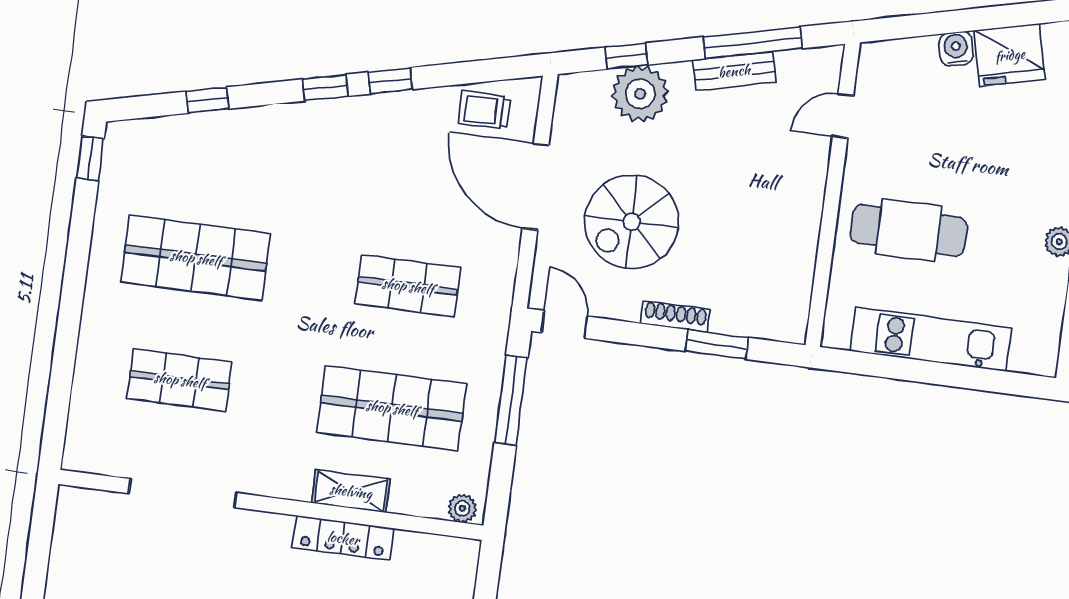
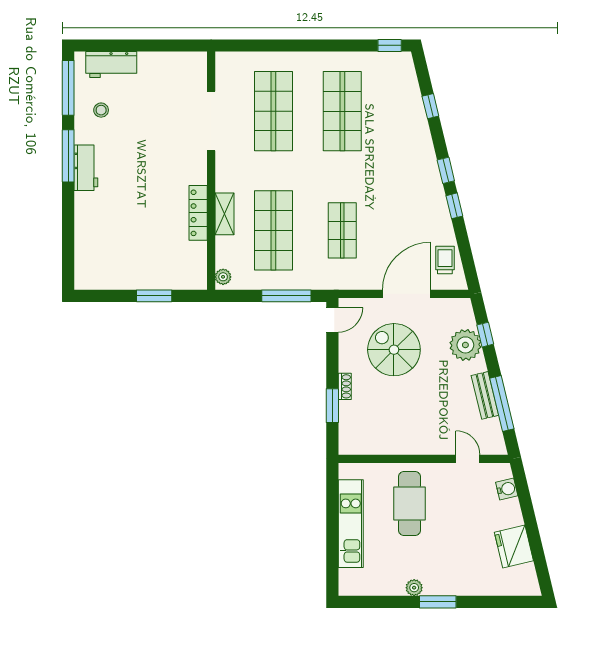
water cooler: (956, 49) -> (507, 489), moved
shoe rack: (675, 317) -> (345, 386), width x0.70
shop shelf: (180, 380) -> (273, 111), width x1.43, depth x1.36

